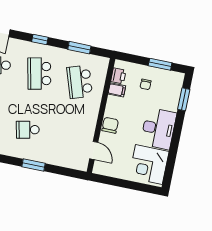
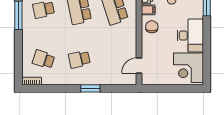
chair: (110, 125) -> (152, 27), moved
door: (94, 151) -> (139, 66), swing flipped

